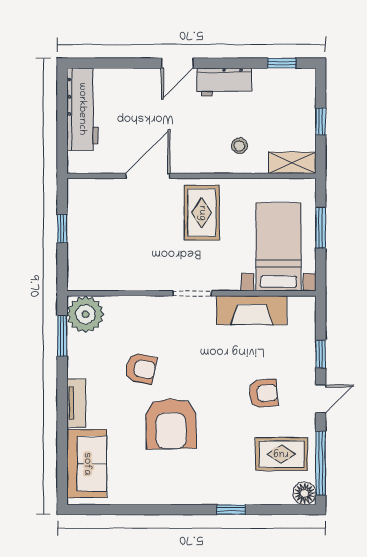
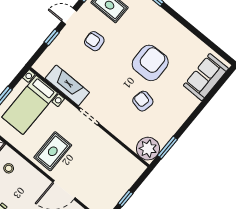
tv unit: (76, 403) -> (187, 110), removed

